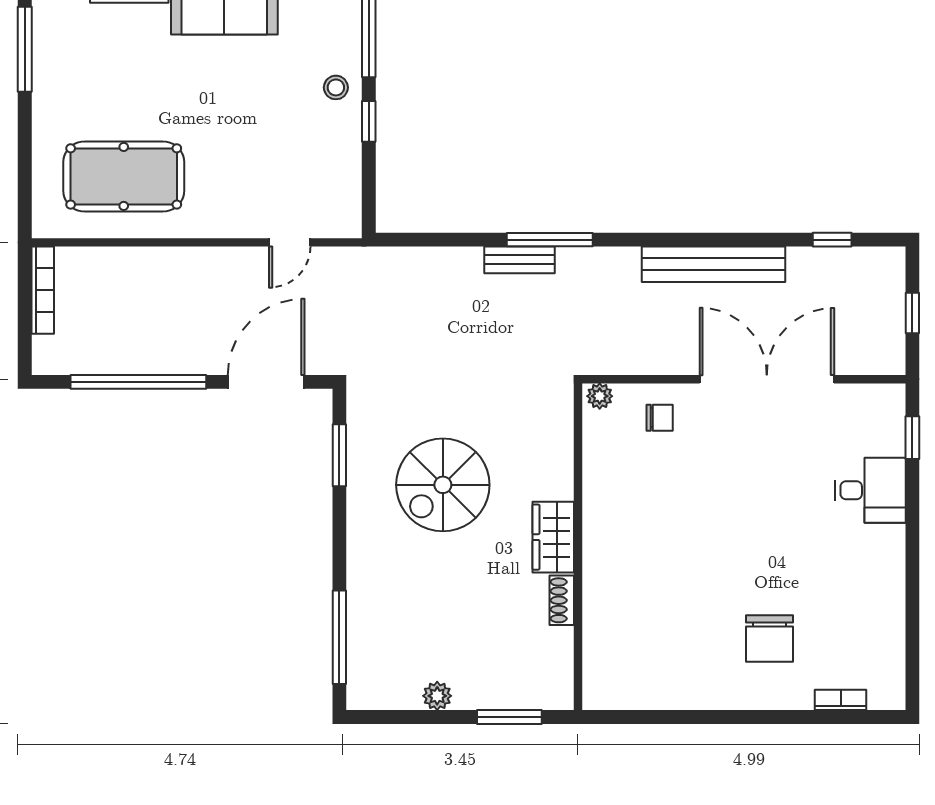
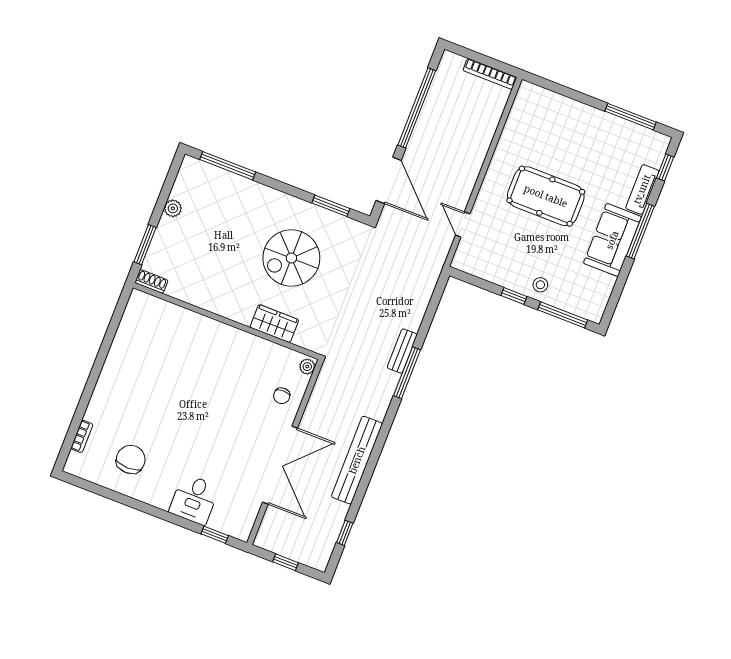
pool table: (124, 176) -> (546, 196), moved, turned 90
spiral stairs: (443, 485) -> (291, 258), turned -90
wardrobe: (553, 537) -> (274, 324), moved
shoe rack: (562, 600) -> (151, 281), moved
chair: (770, 638) -> (131, 459), moved, turned 90

